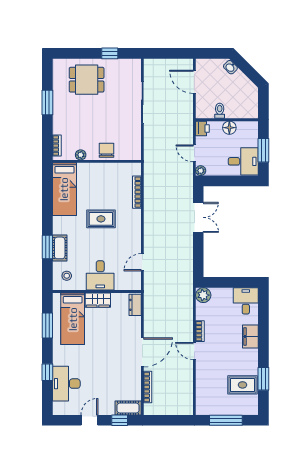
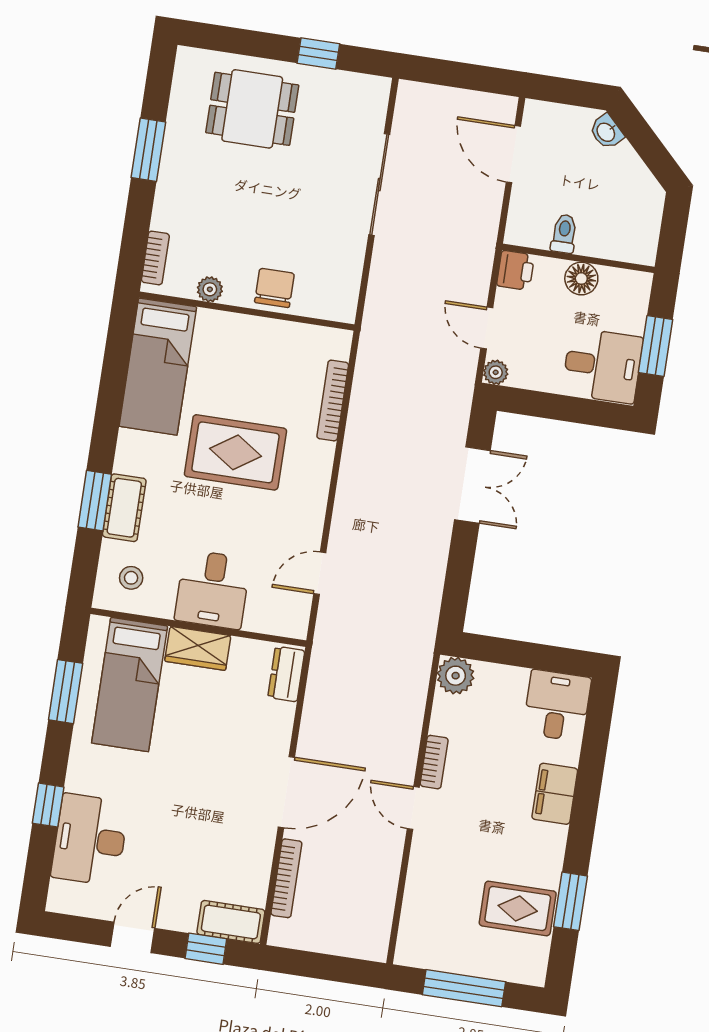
rug: (101, 219) -> (235, 452), width x1.36, depth x1.43

